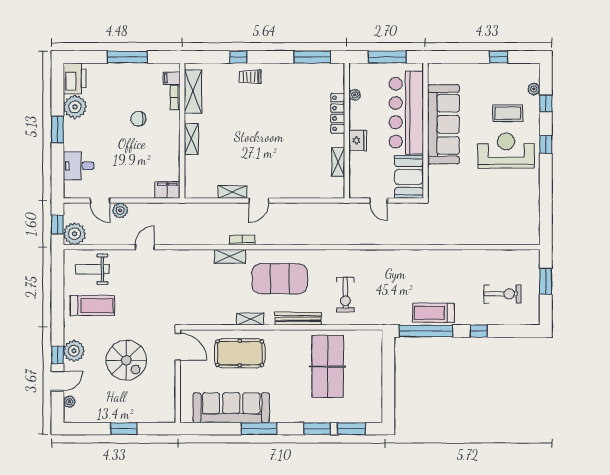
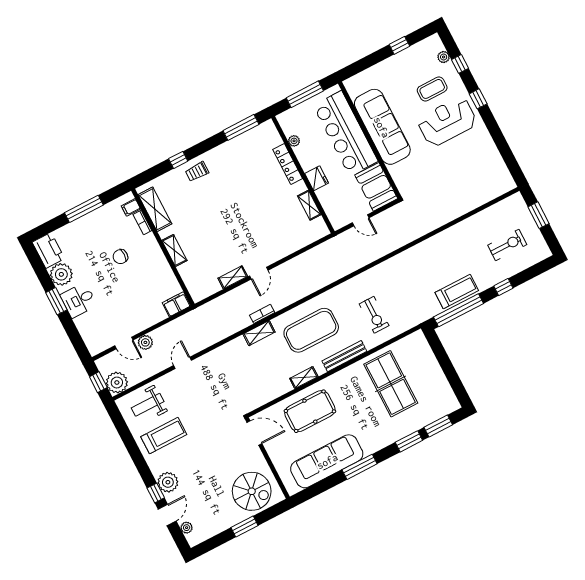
desk: (79, 166) -> (79, 300), moved
treadmill: (433, 313) -> (457, 291), turned 180
spiral stairs: (126, 360) -> (252, 491), moved

